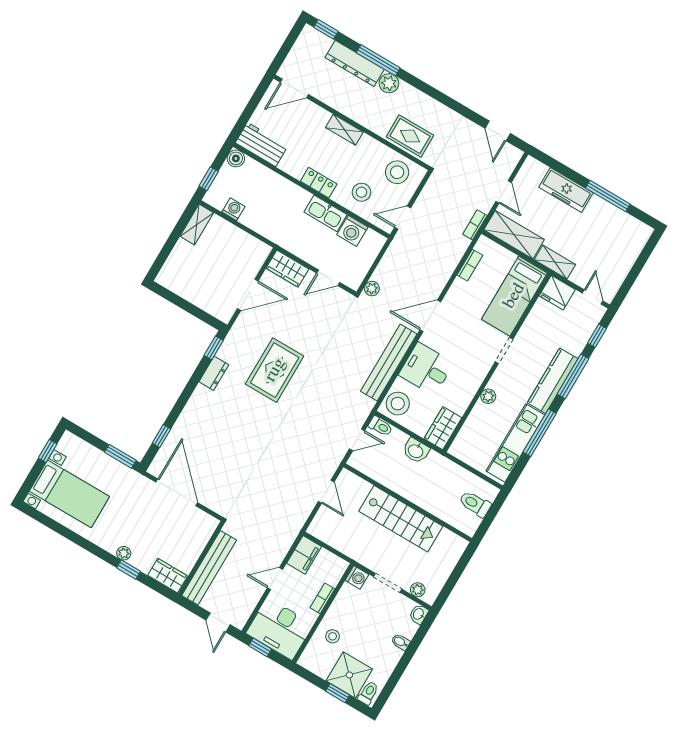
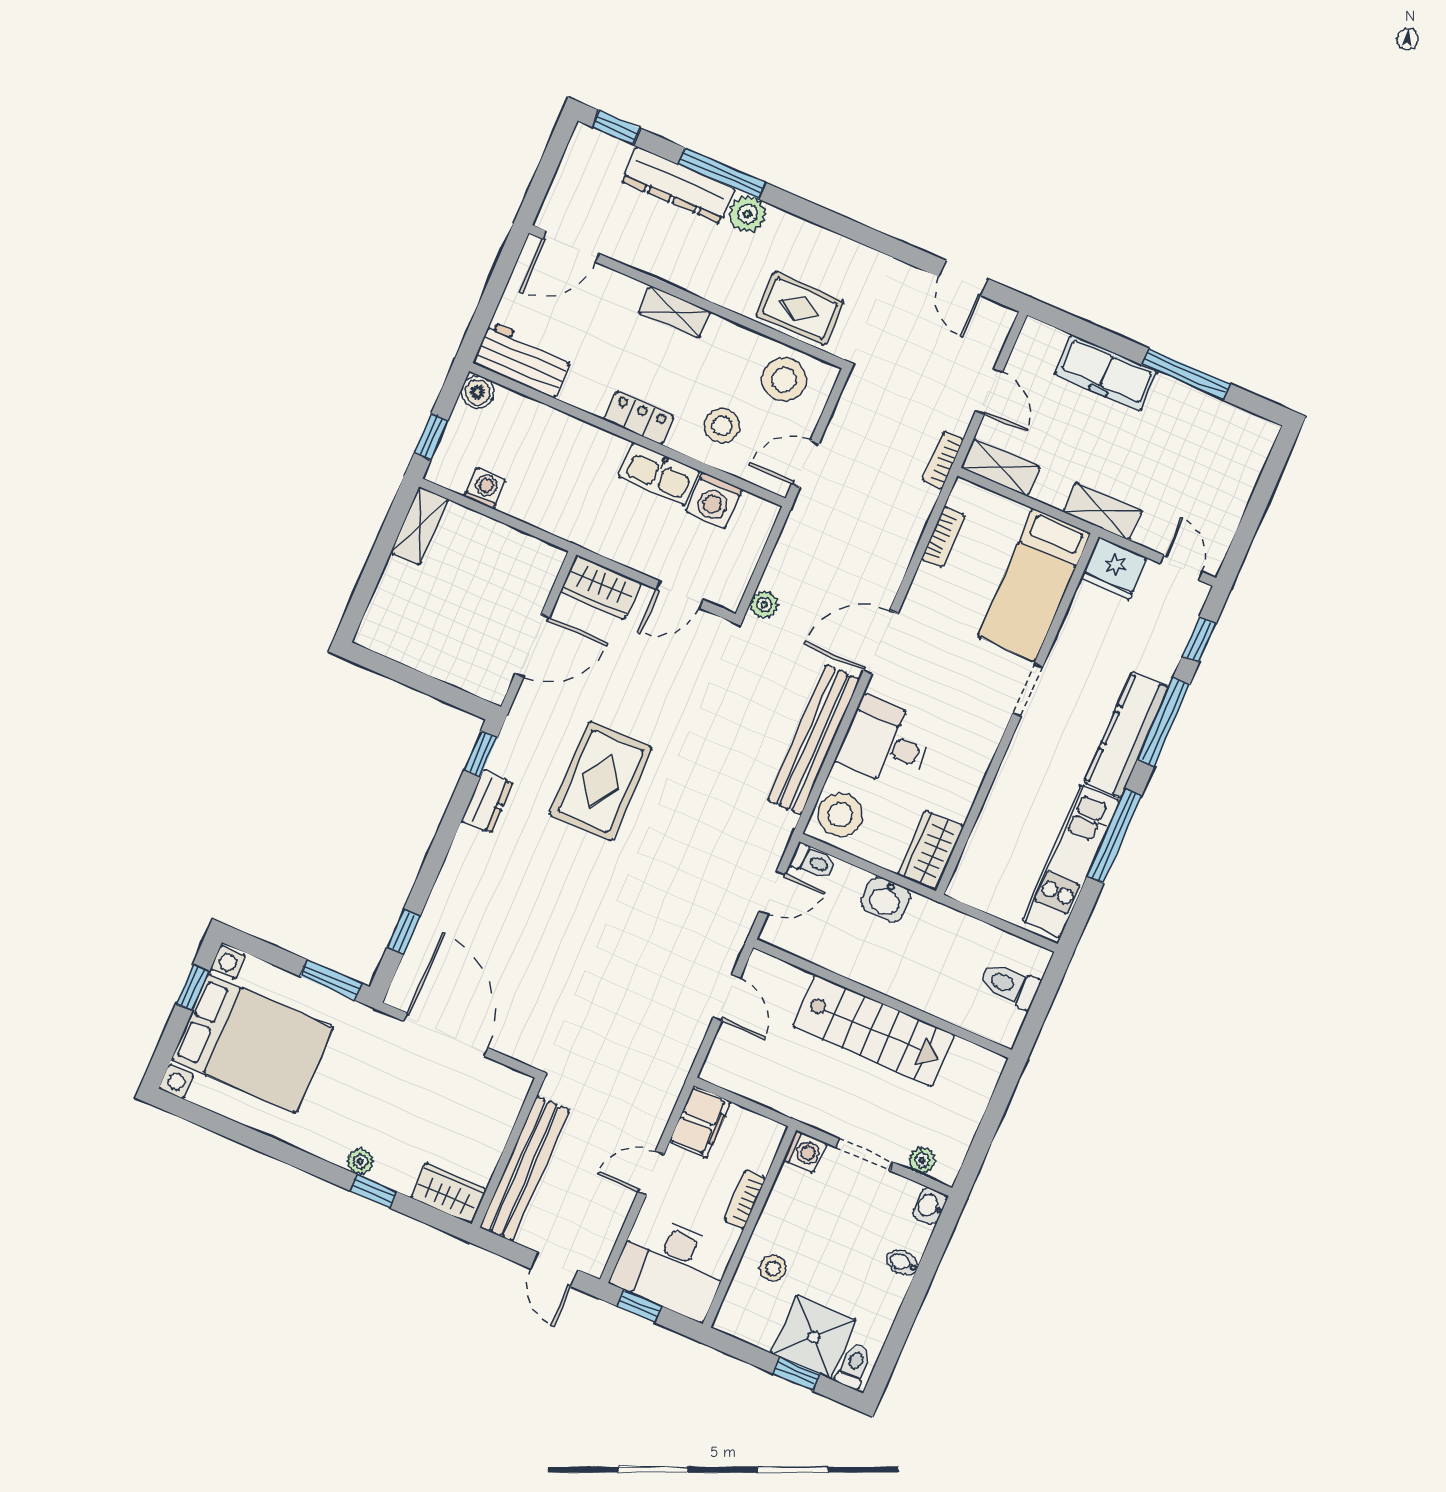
shelving: (514, 235) -> (1000, 467), width x0.67, depth x0.75
plant: (488, 396) -> (1009, 779), removed
bed with nightstands: (69, 494) -> (252, 1044), width x1.36

